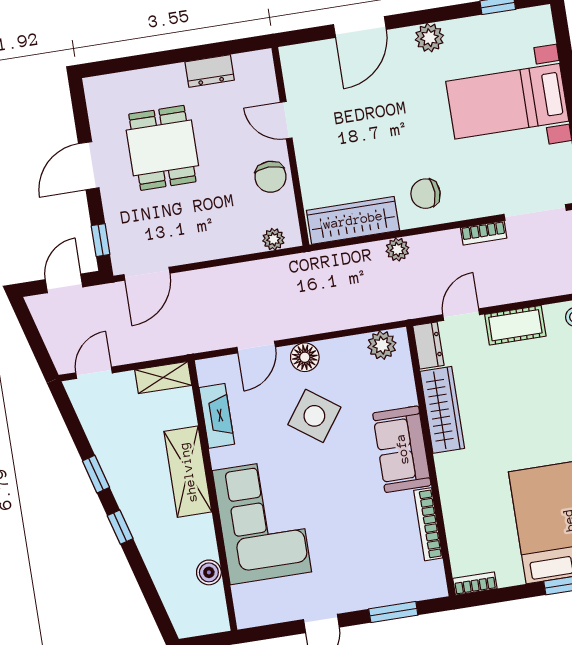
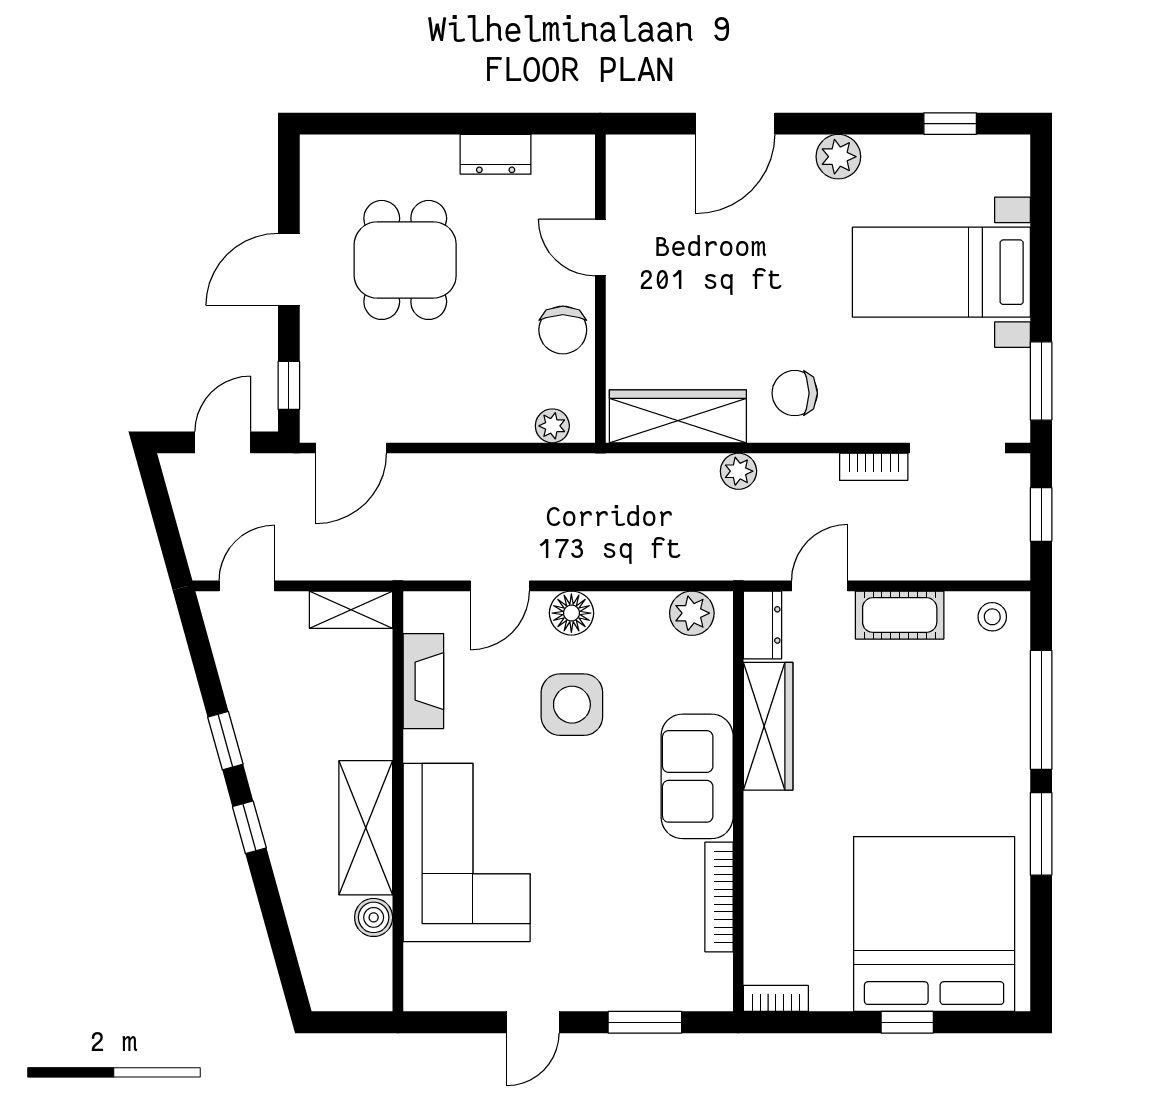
side table: (314, 416) -> (572, 705), turned -36
shelving: (188, 472) -> (366, 828), moved

